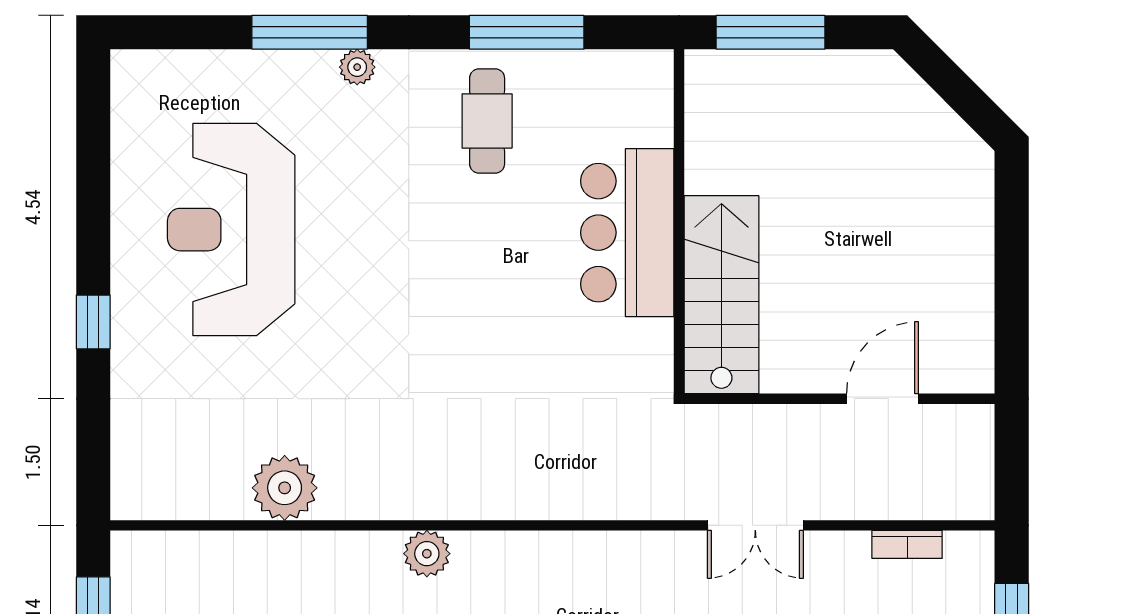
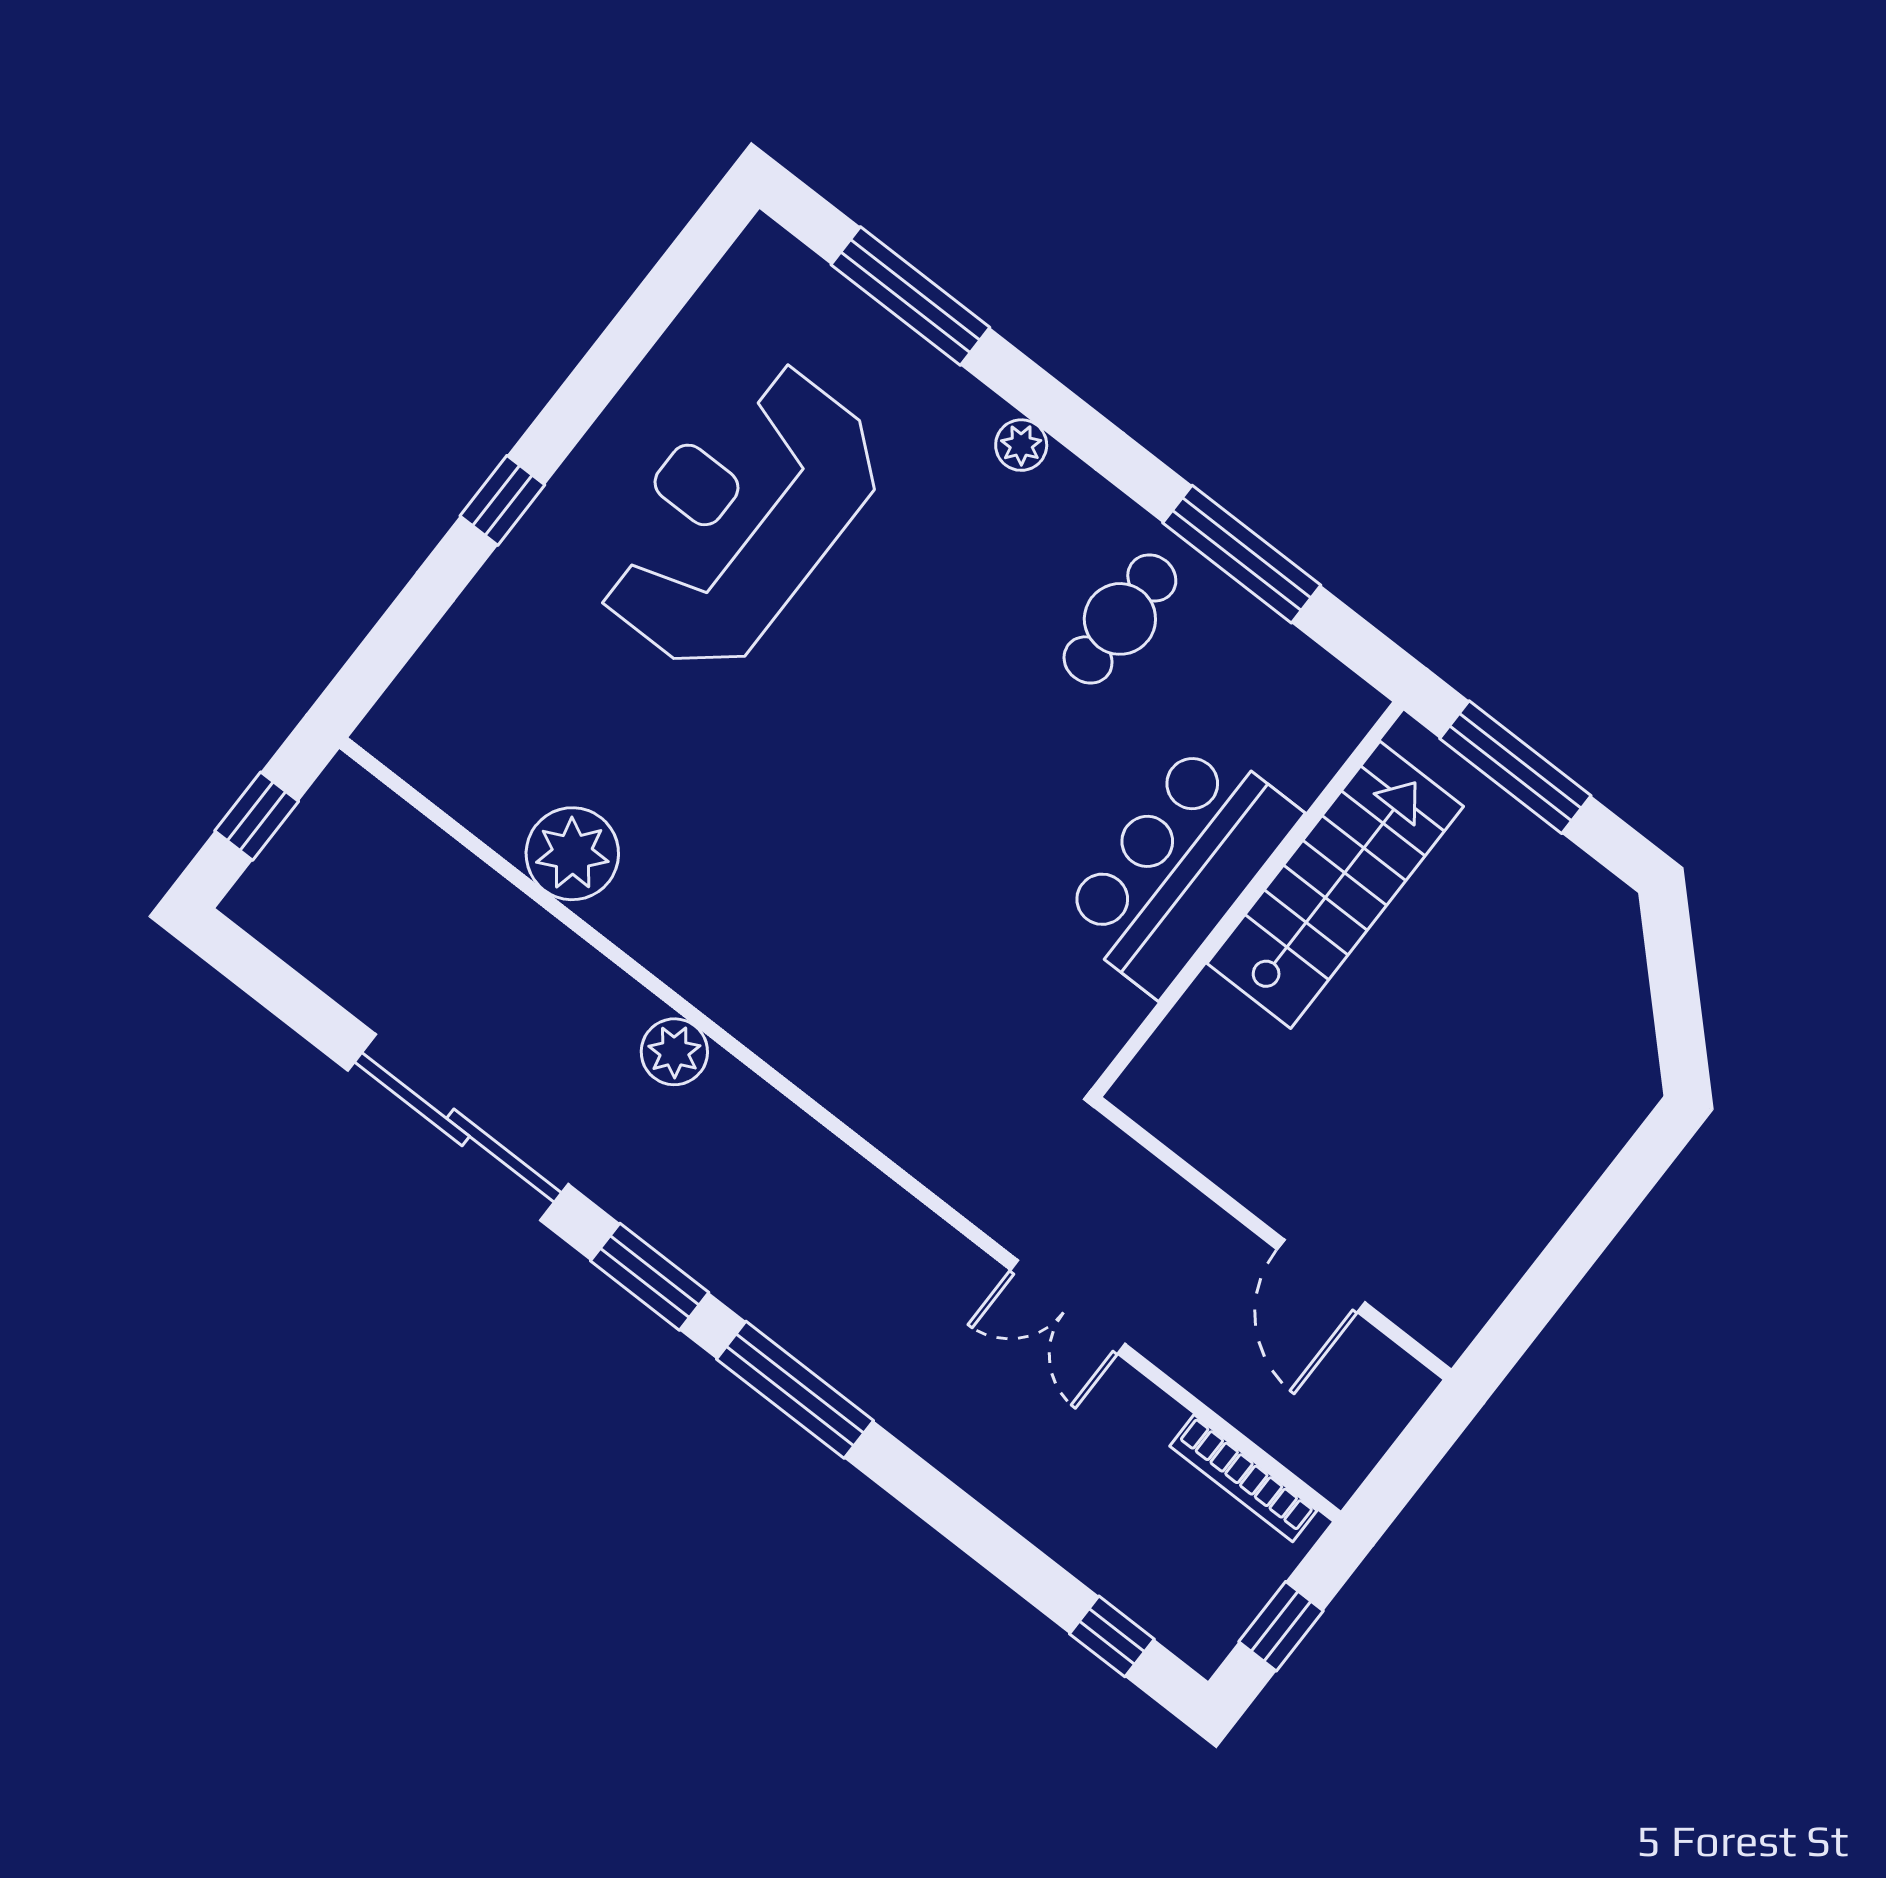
window: (310, 32) -> (910, 296), moved
stairs: (721, 295) -> (1335, 885), moved
door: (883, 399) -> (1321, 1276), swing flipped
bookcase: (907, 544) -> (1243, 1478), width x1.56

